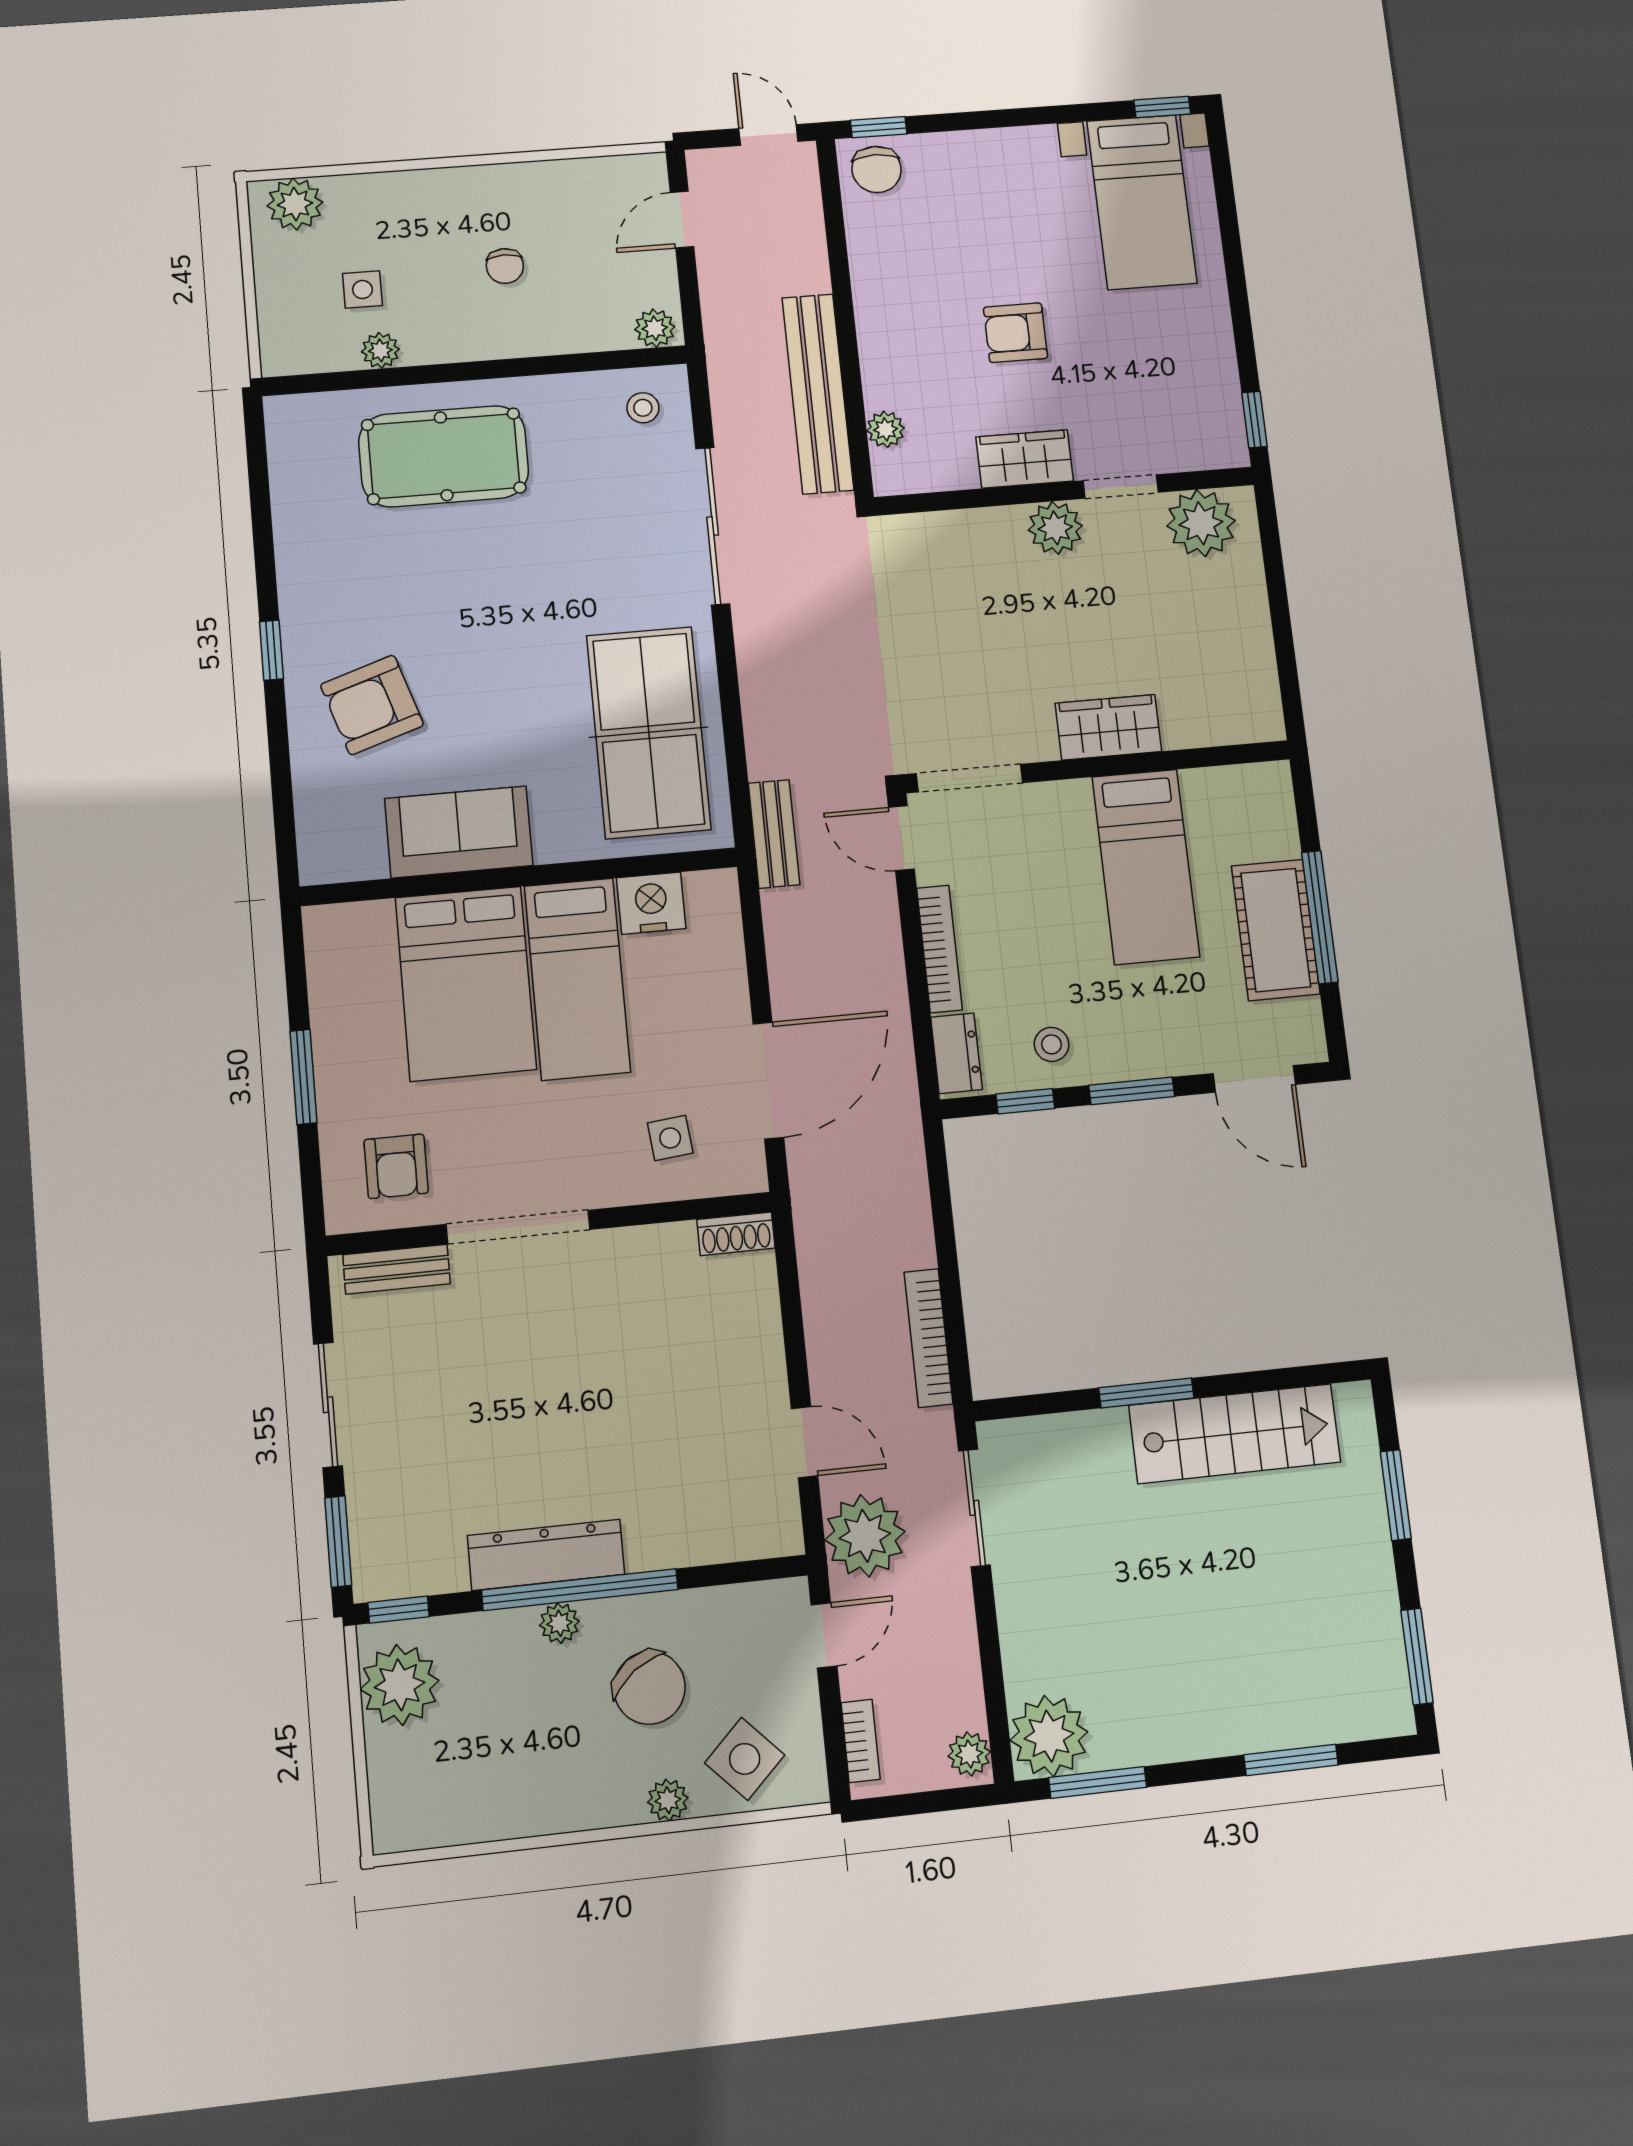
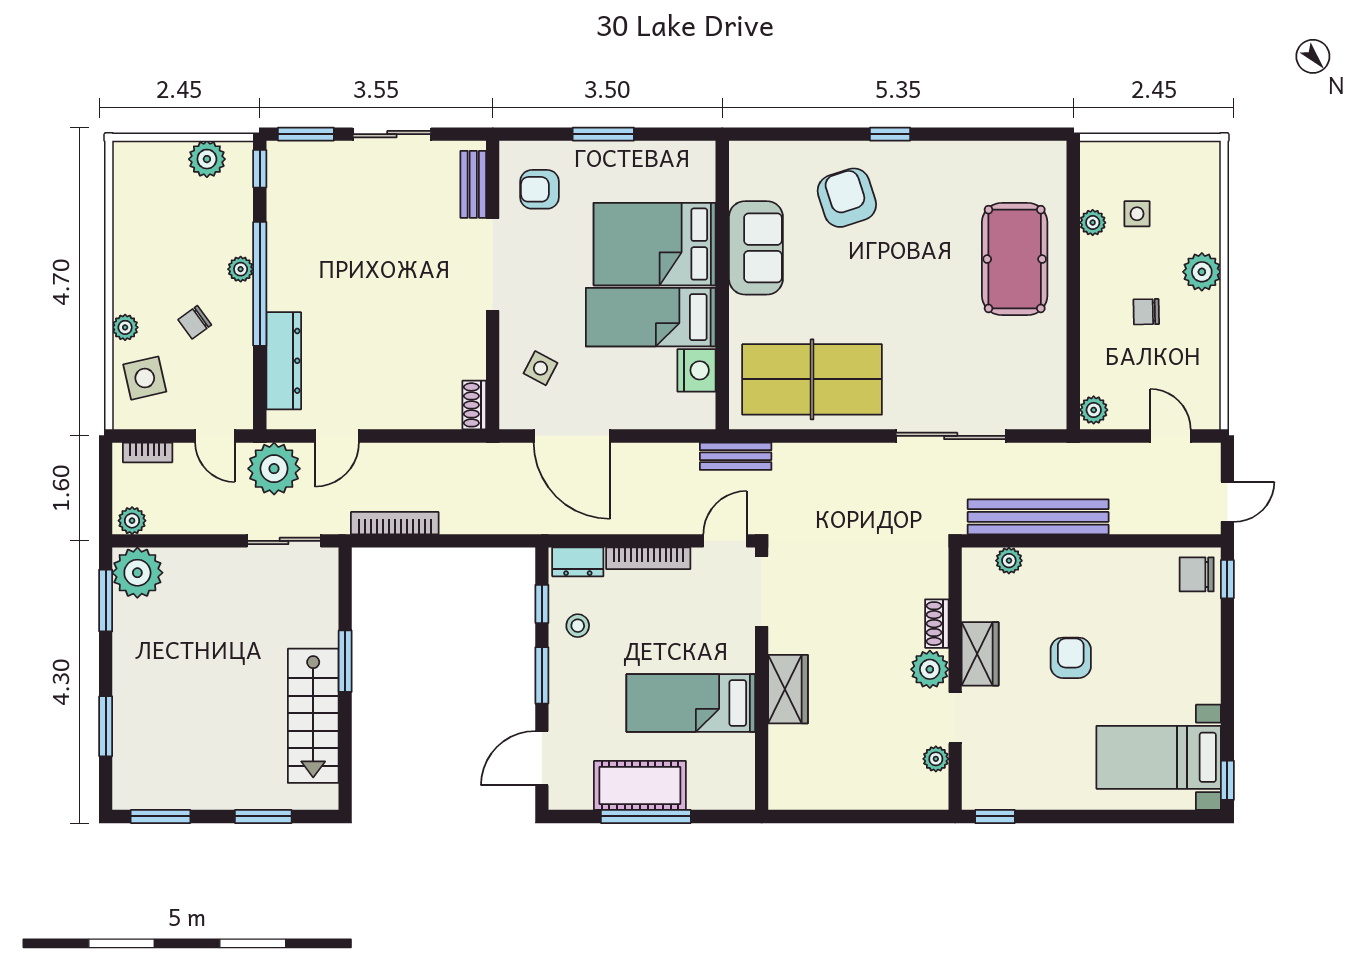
plant: (295, 204) -> (1202, 272), moved
stool: (643, 408) -> (1038, 397), removed
shoe rack: (988, 523) -> (937, 624), added
plant: (1201, 523) -> (936, 759), width x0.53, depth x0.53
side table: (670, 1138) -> (541, 368), turned 34
dresser: (546, 1555) -> (284, 361), moved
plant: (400, 1685) -> (207, 159), width x0.73, depth x0.73
chair: (649, 1688) -> (195, 322), width x0.54, depth x0.54
side table: (745, 1759) -> (145, 378), turned 31

